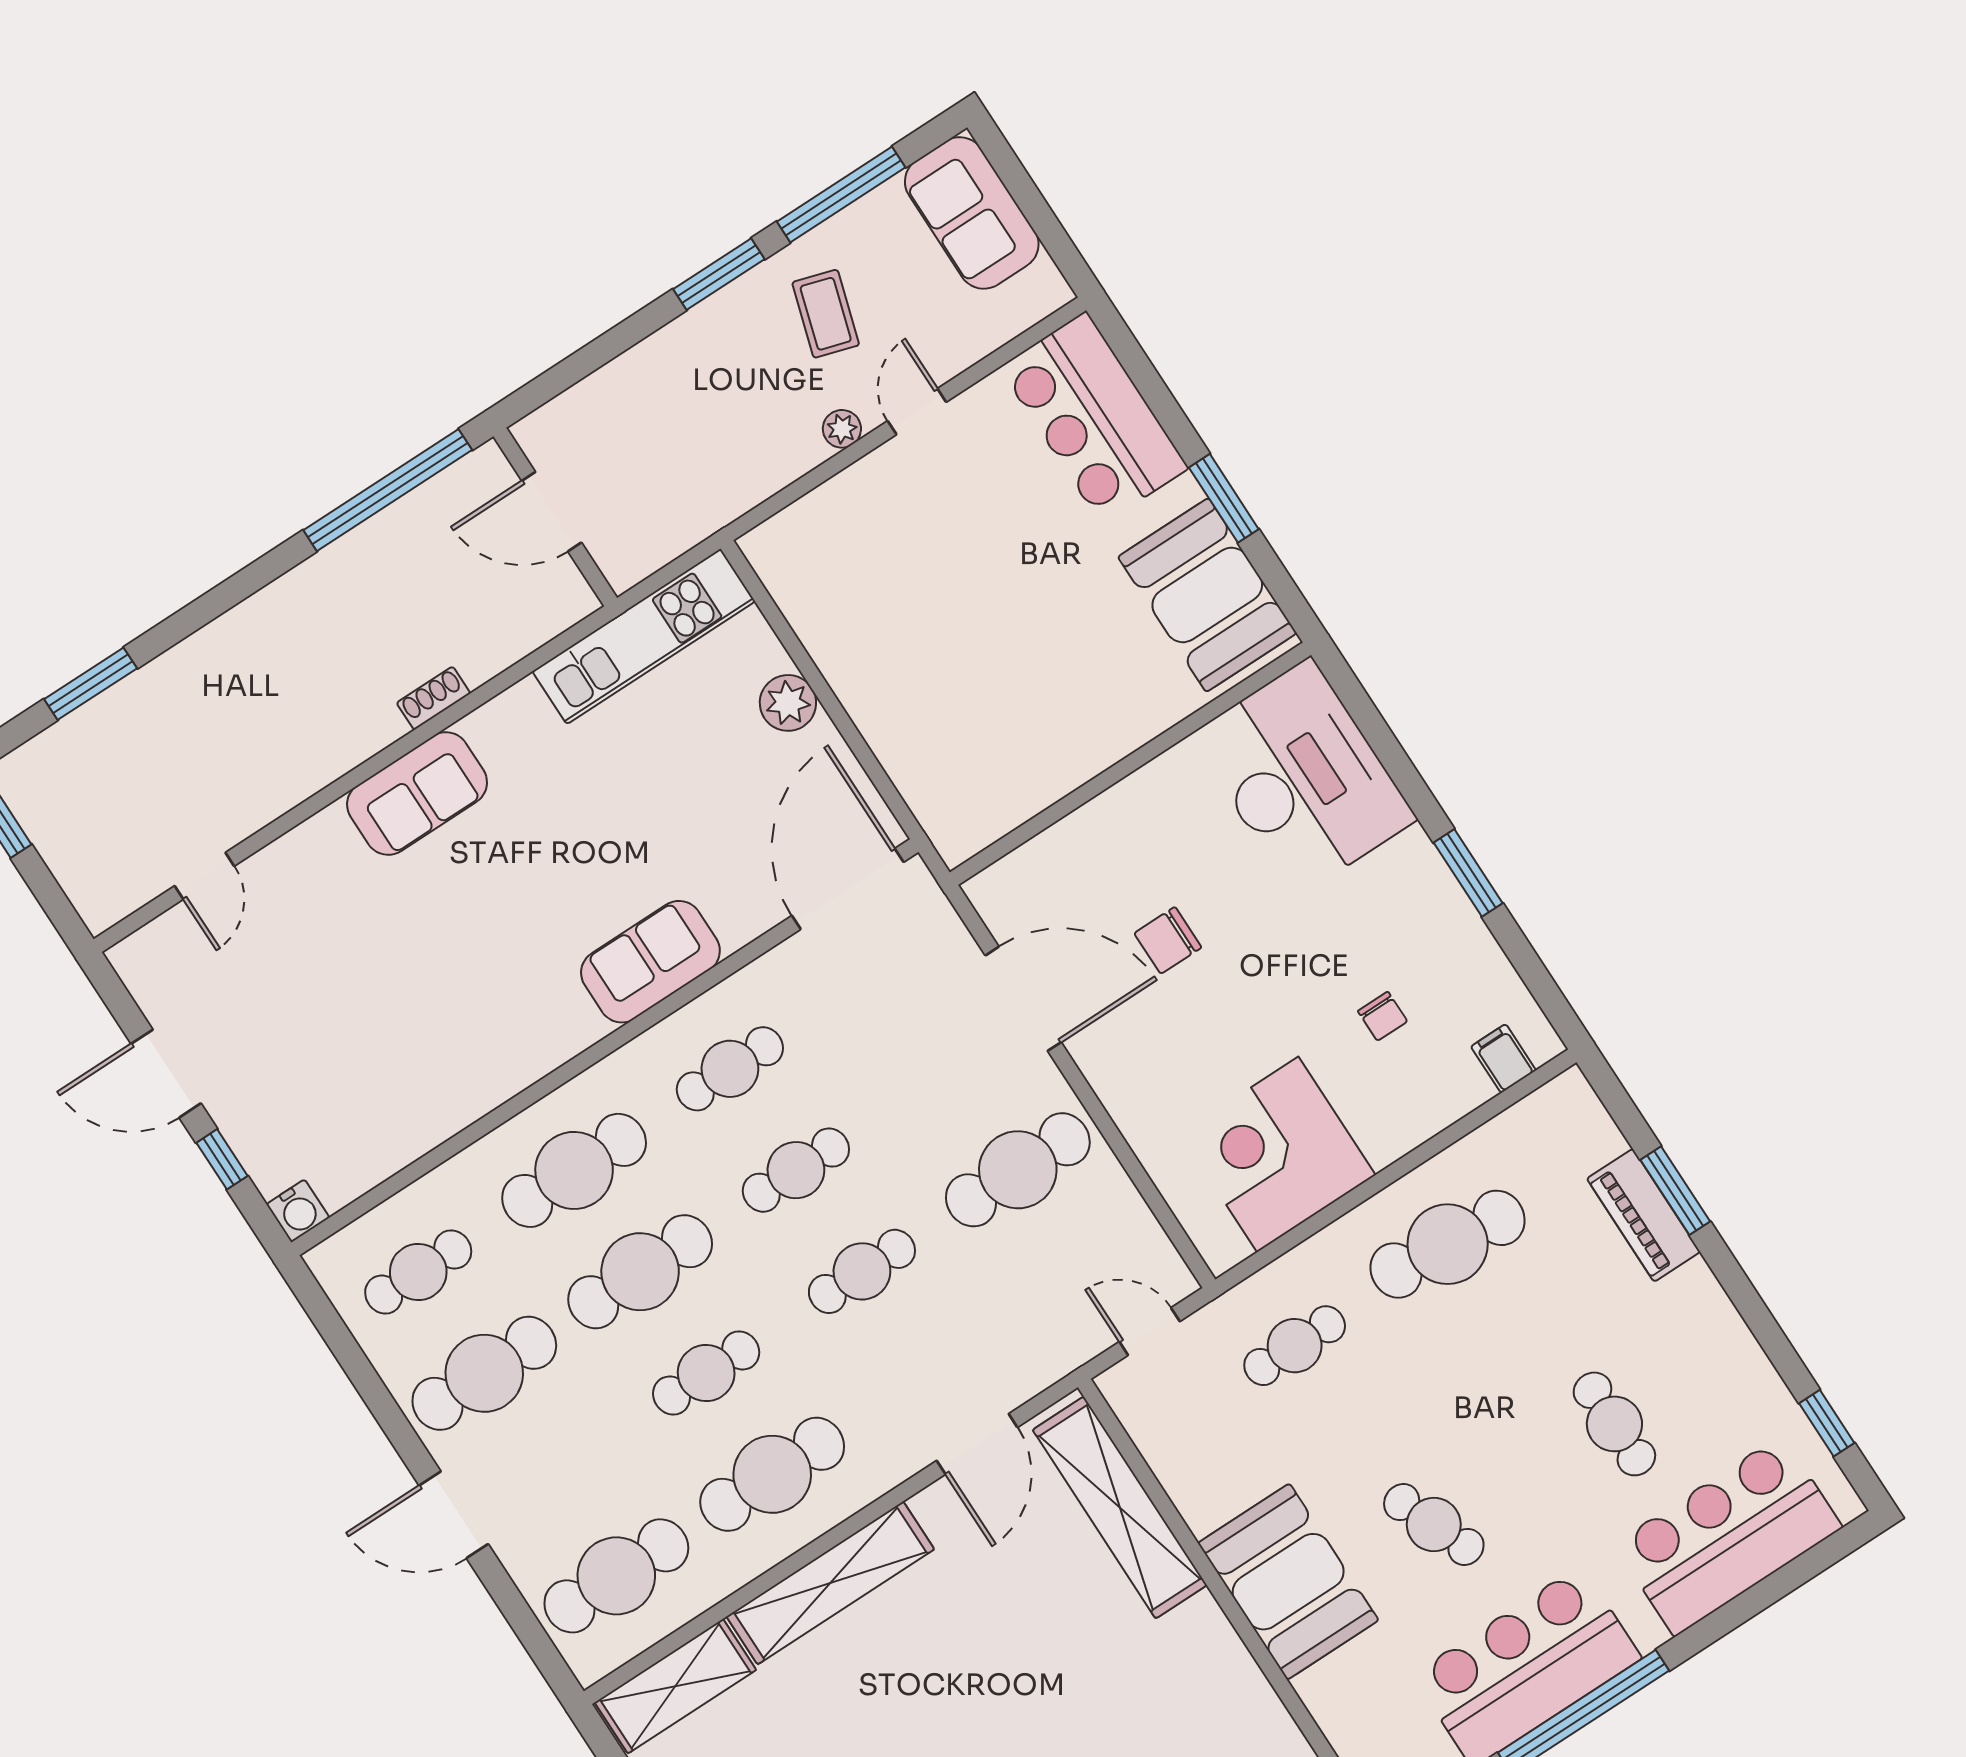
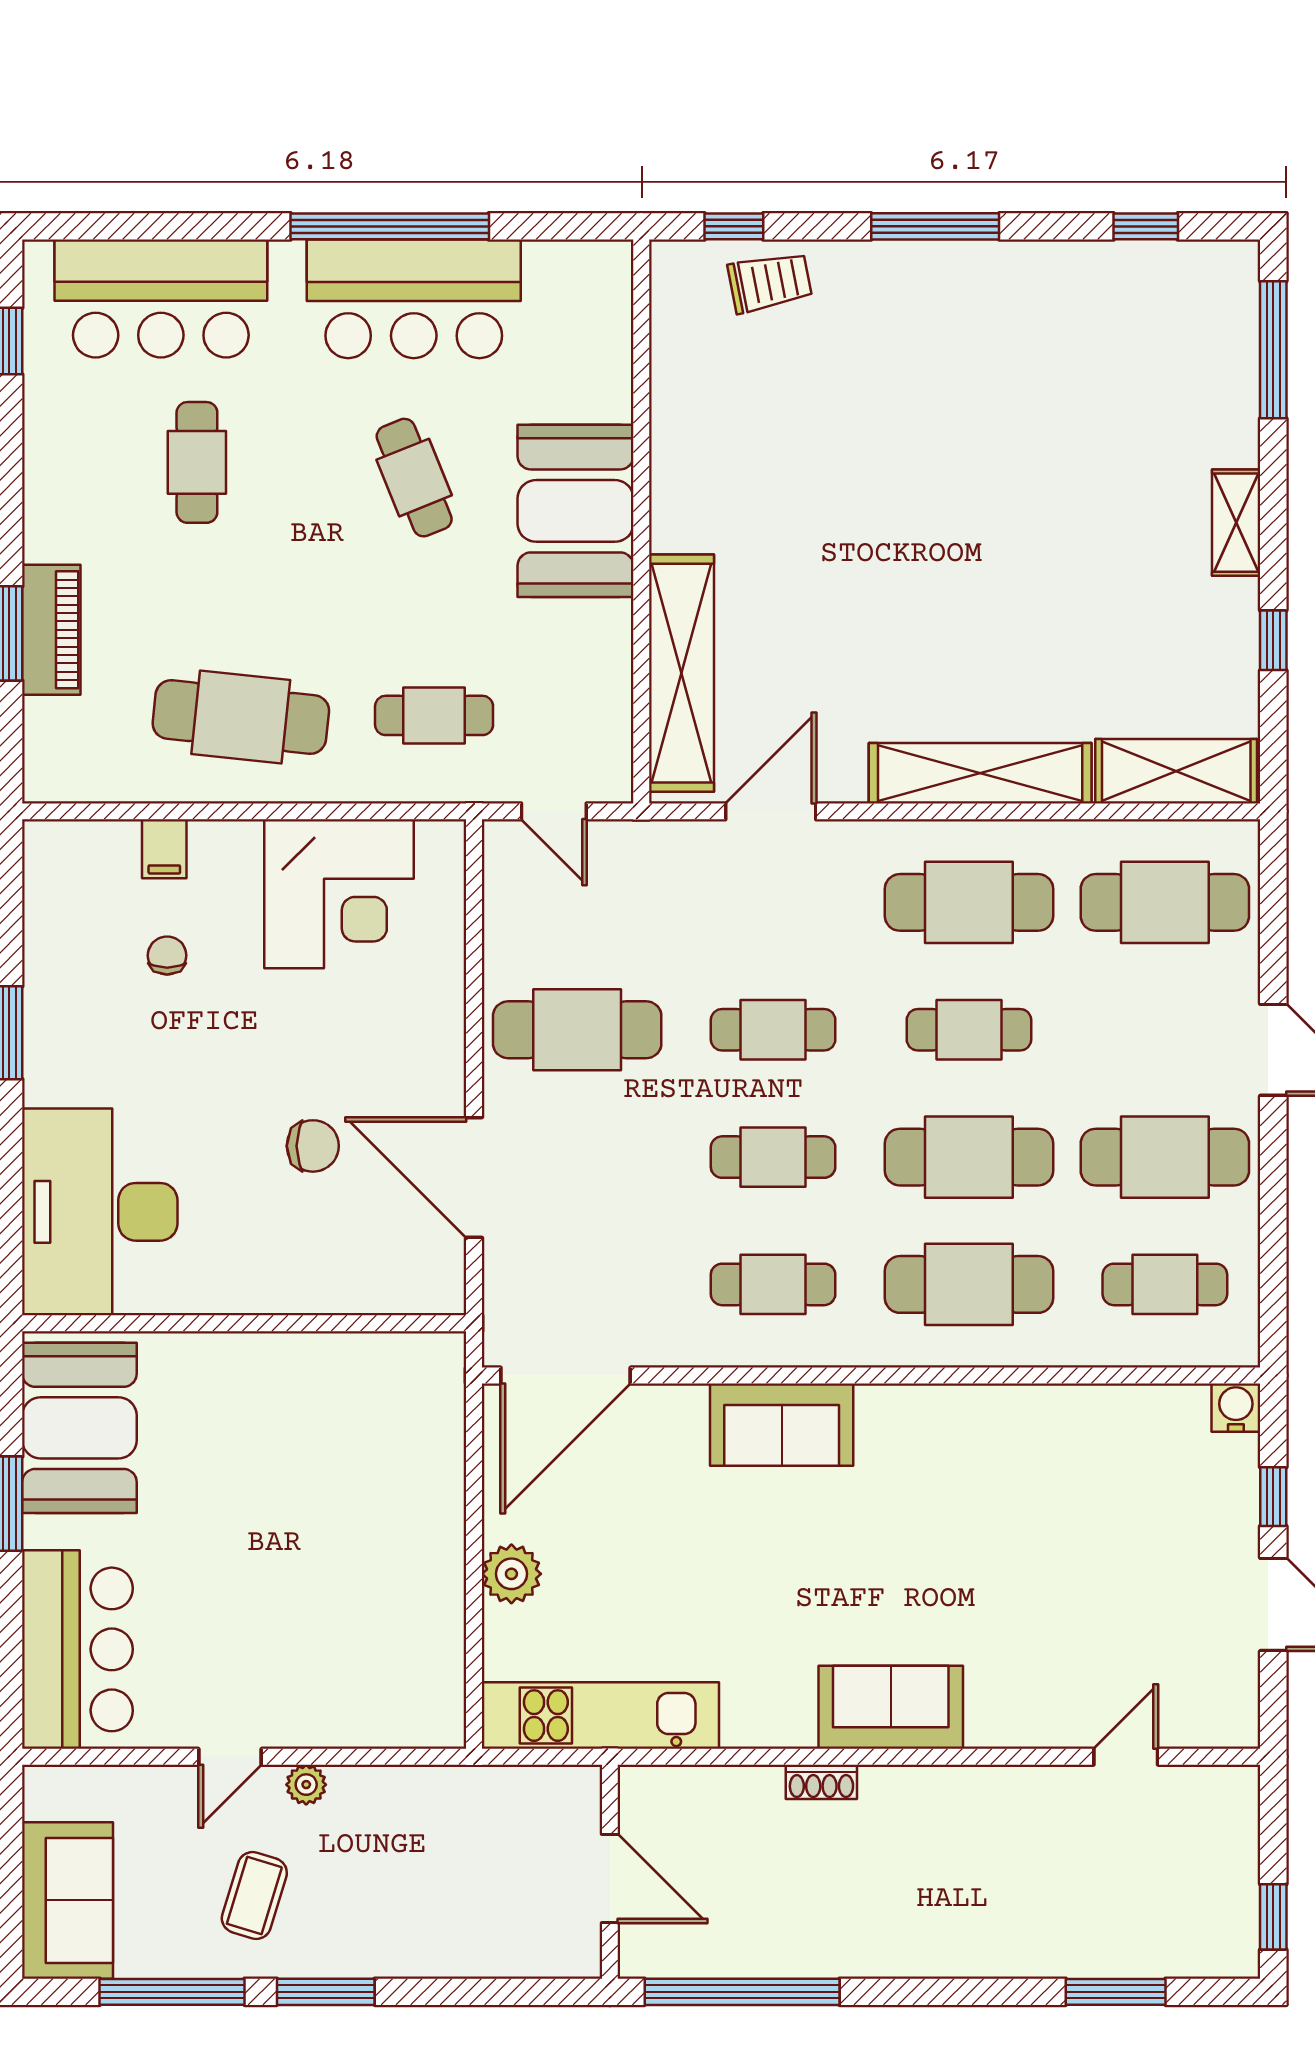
filing cabinet: (1503, 1058) -> (164, 849), moved

